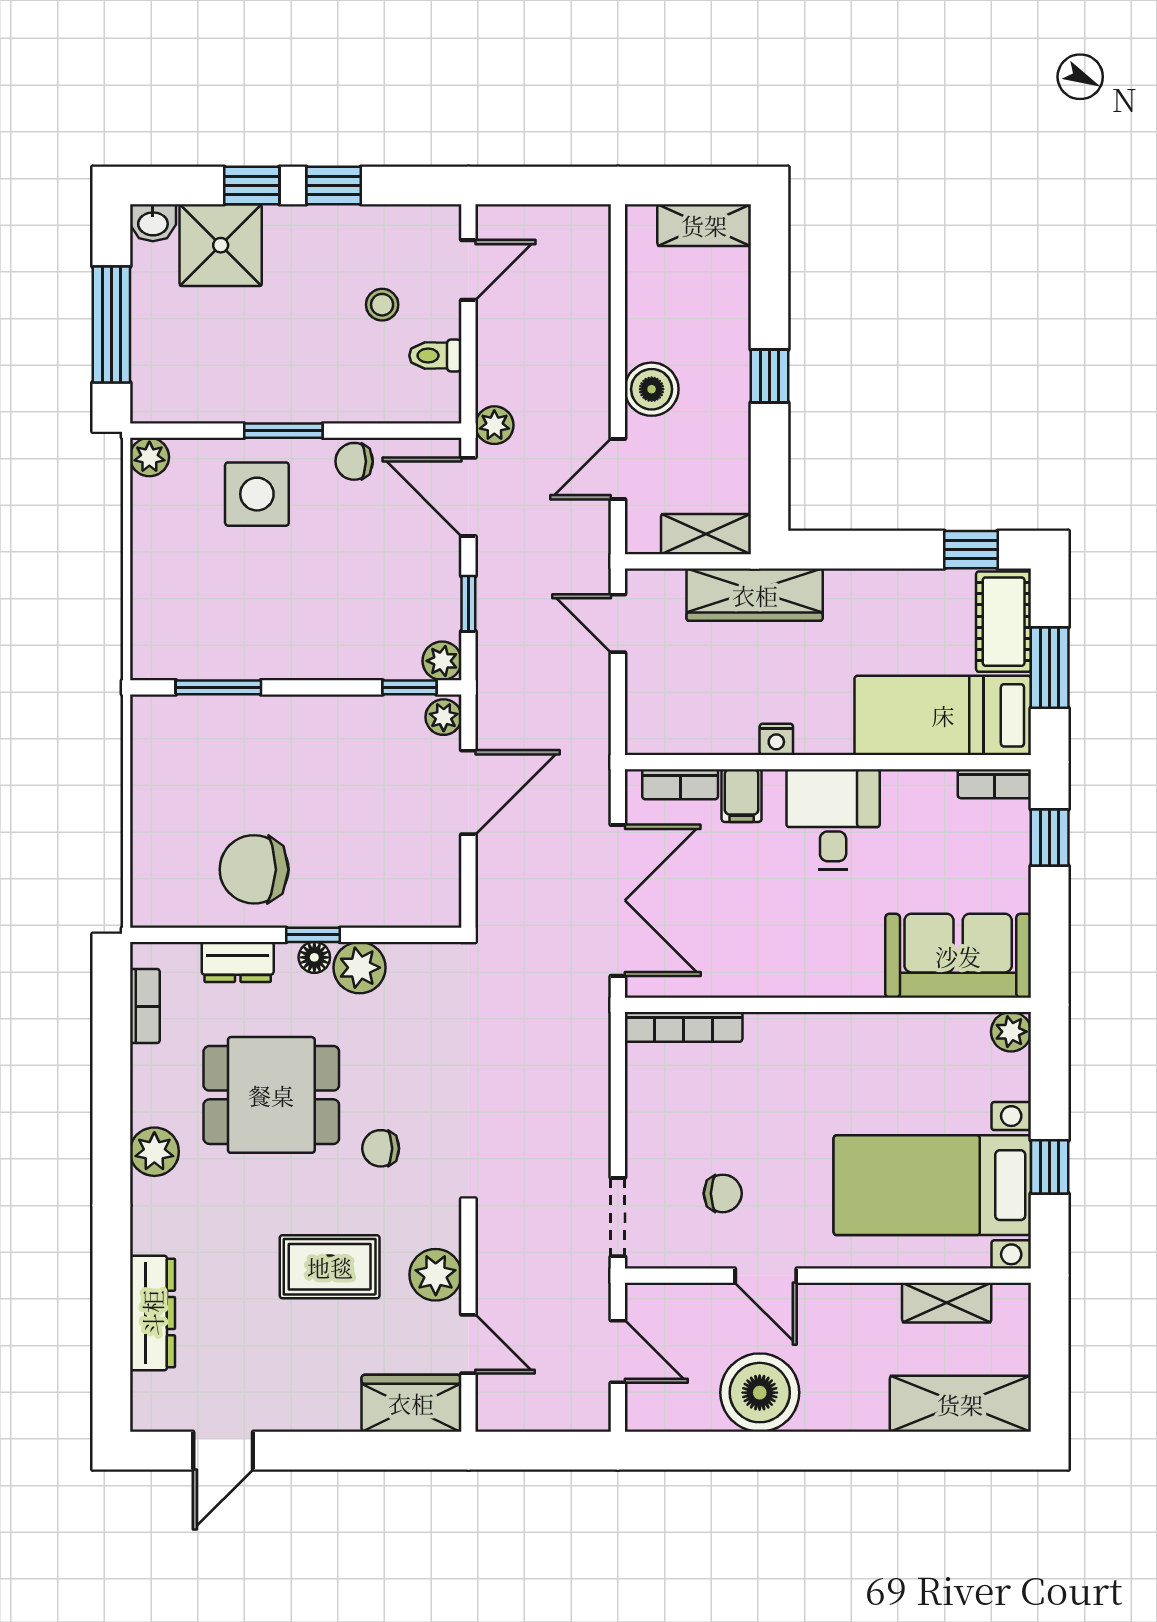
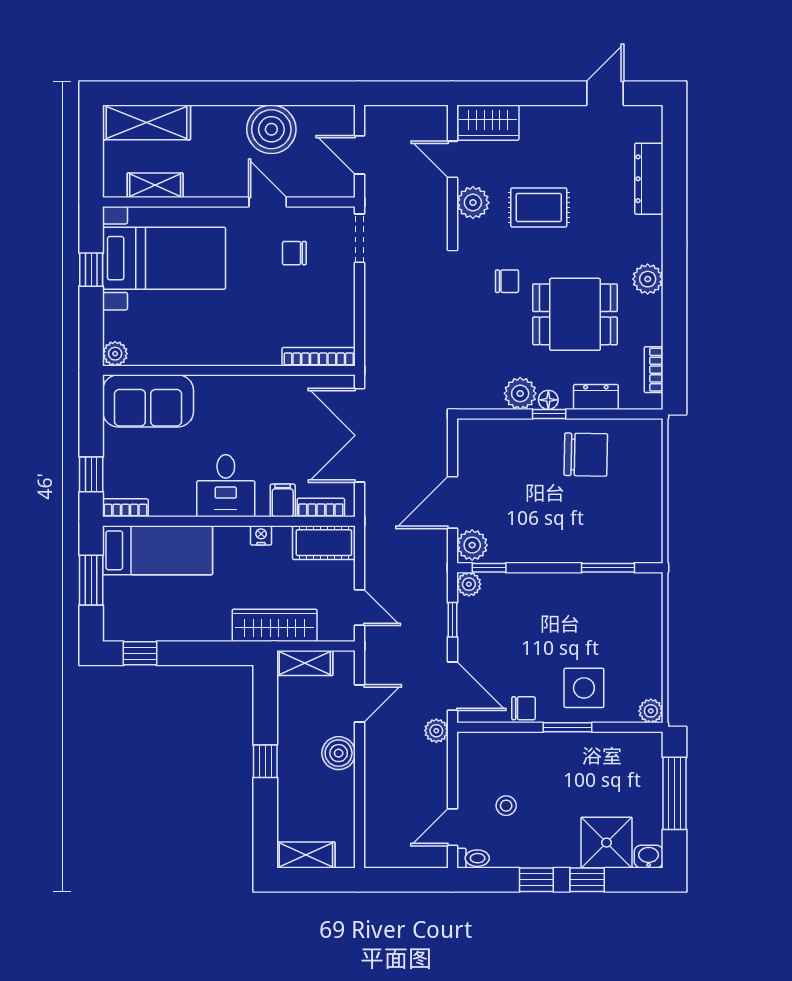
toilet: (435, 356) -> (473, 858), moved
cot: (1004, 622) -> (324, 543), moved, turned 90
plant: (444, 717) -> (472, 545), width x1.38, depth x1.38

